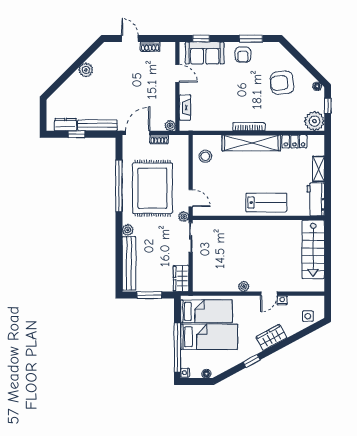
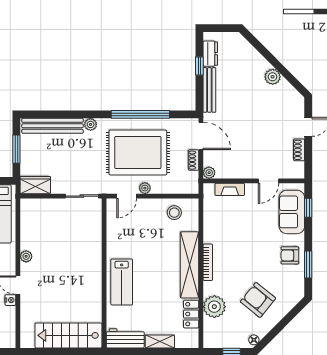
armchair: (282, 83) -> (258, 300), turned -45
plant: (314, 121) -> (214, 307), moved
plant: (184, 216) -> (145, 188), moved

